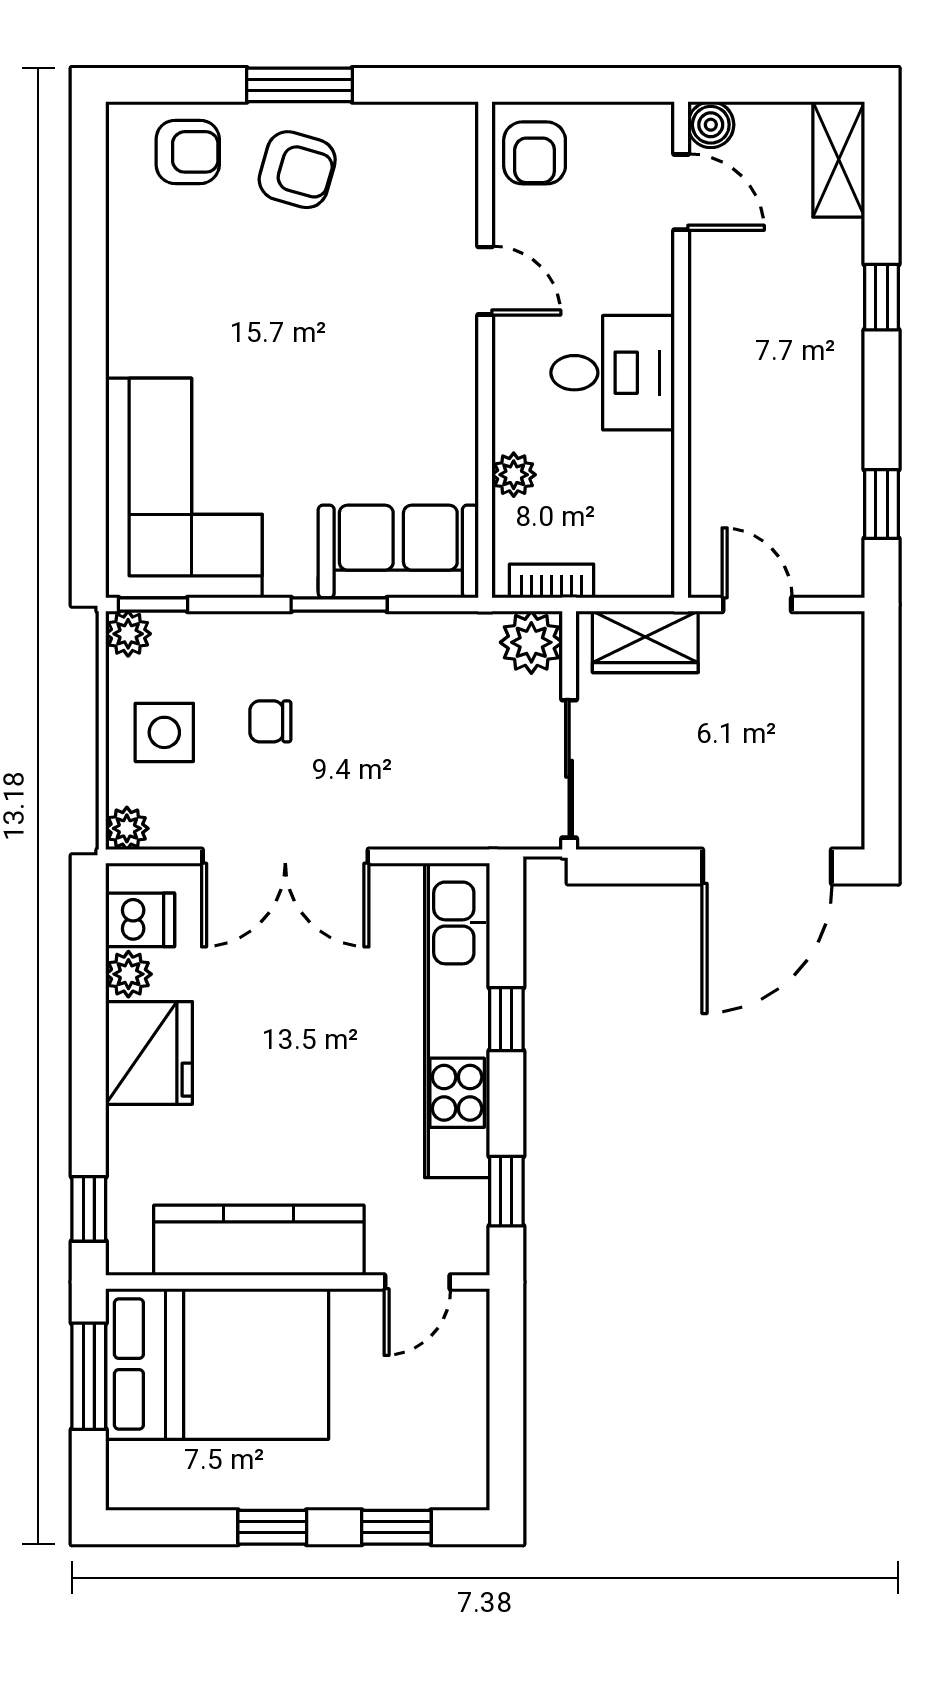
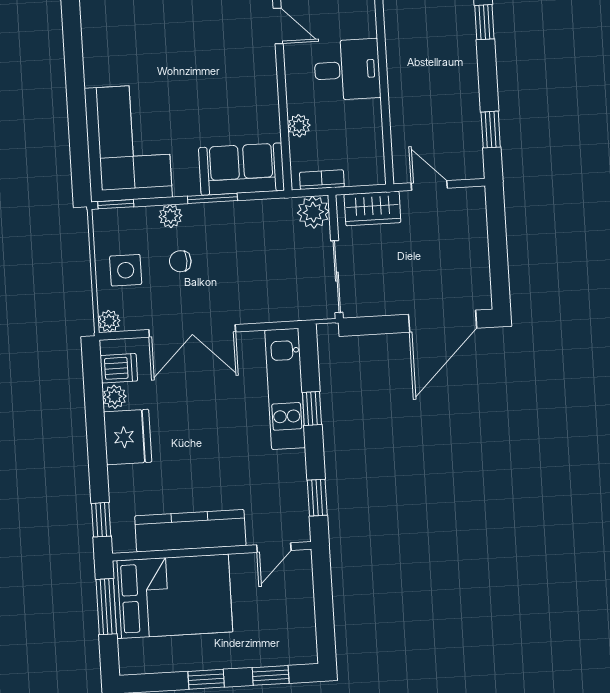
plant: (128, 634) -> (170, 216), moved
kitchen unit: (457, 1020) -> (285, 389), width x0.73

